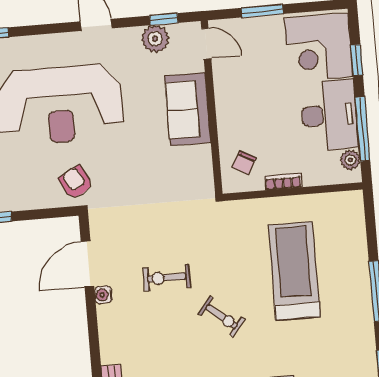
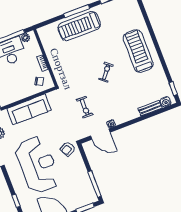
sofa: (188, 109) -> (29, 109), width x1.36
treadmill: (294, 271) -> (79, 26), moved
exercise bike: (167, 278) -> (85, 107), moved

